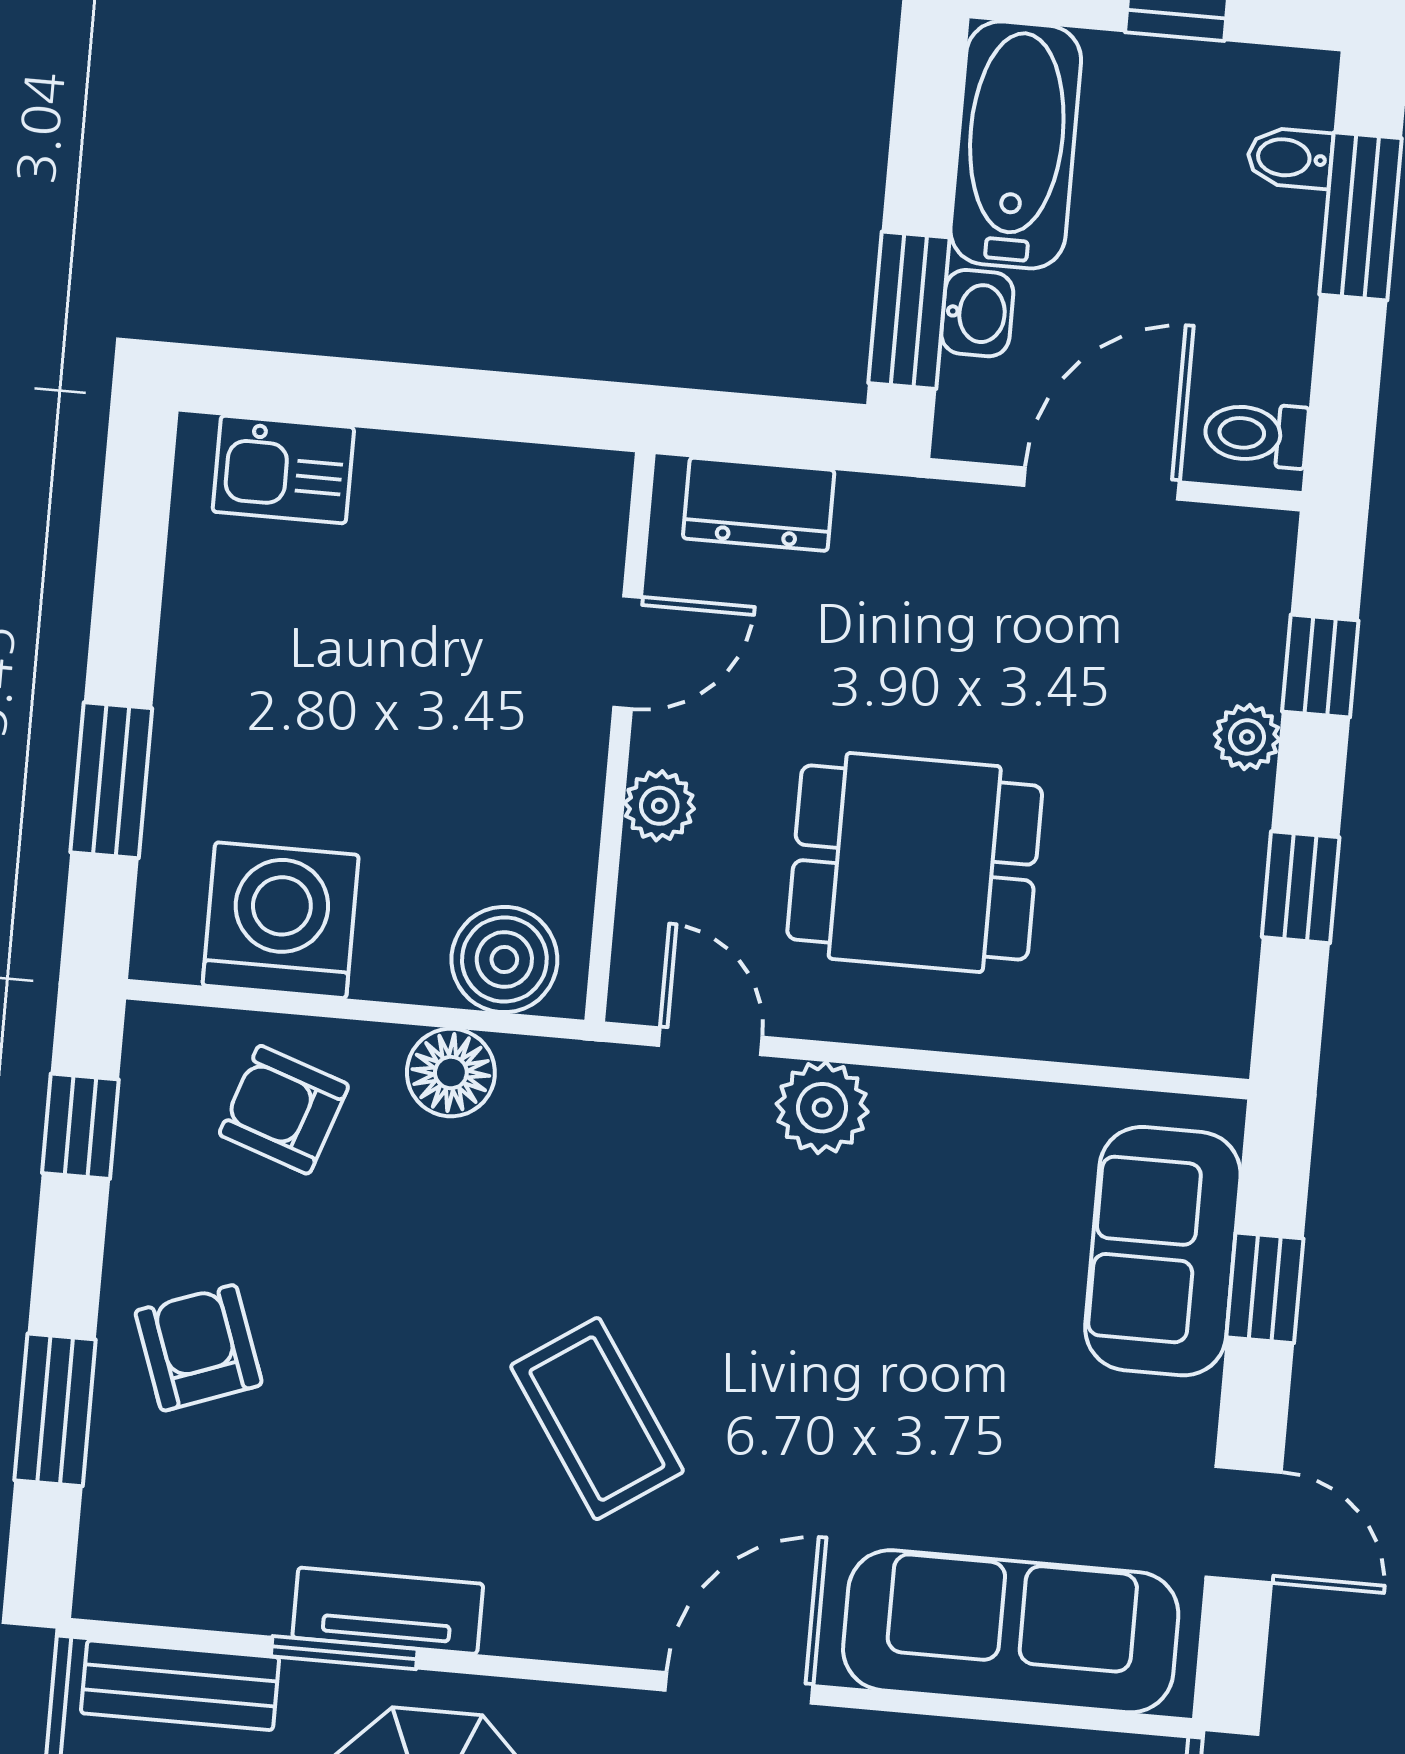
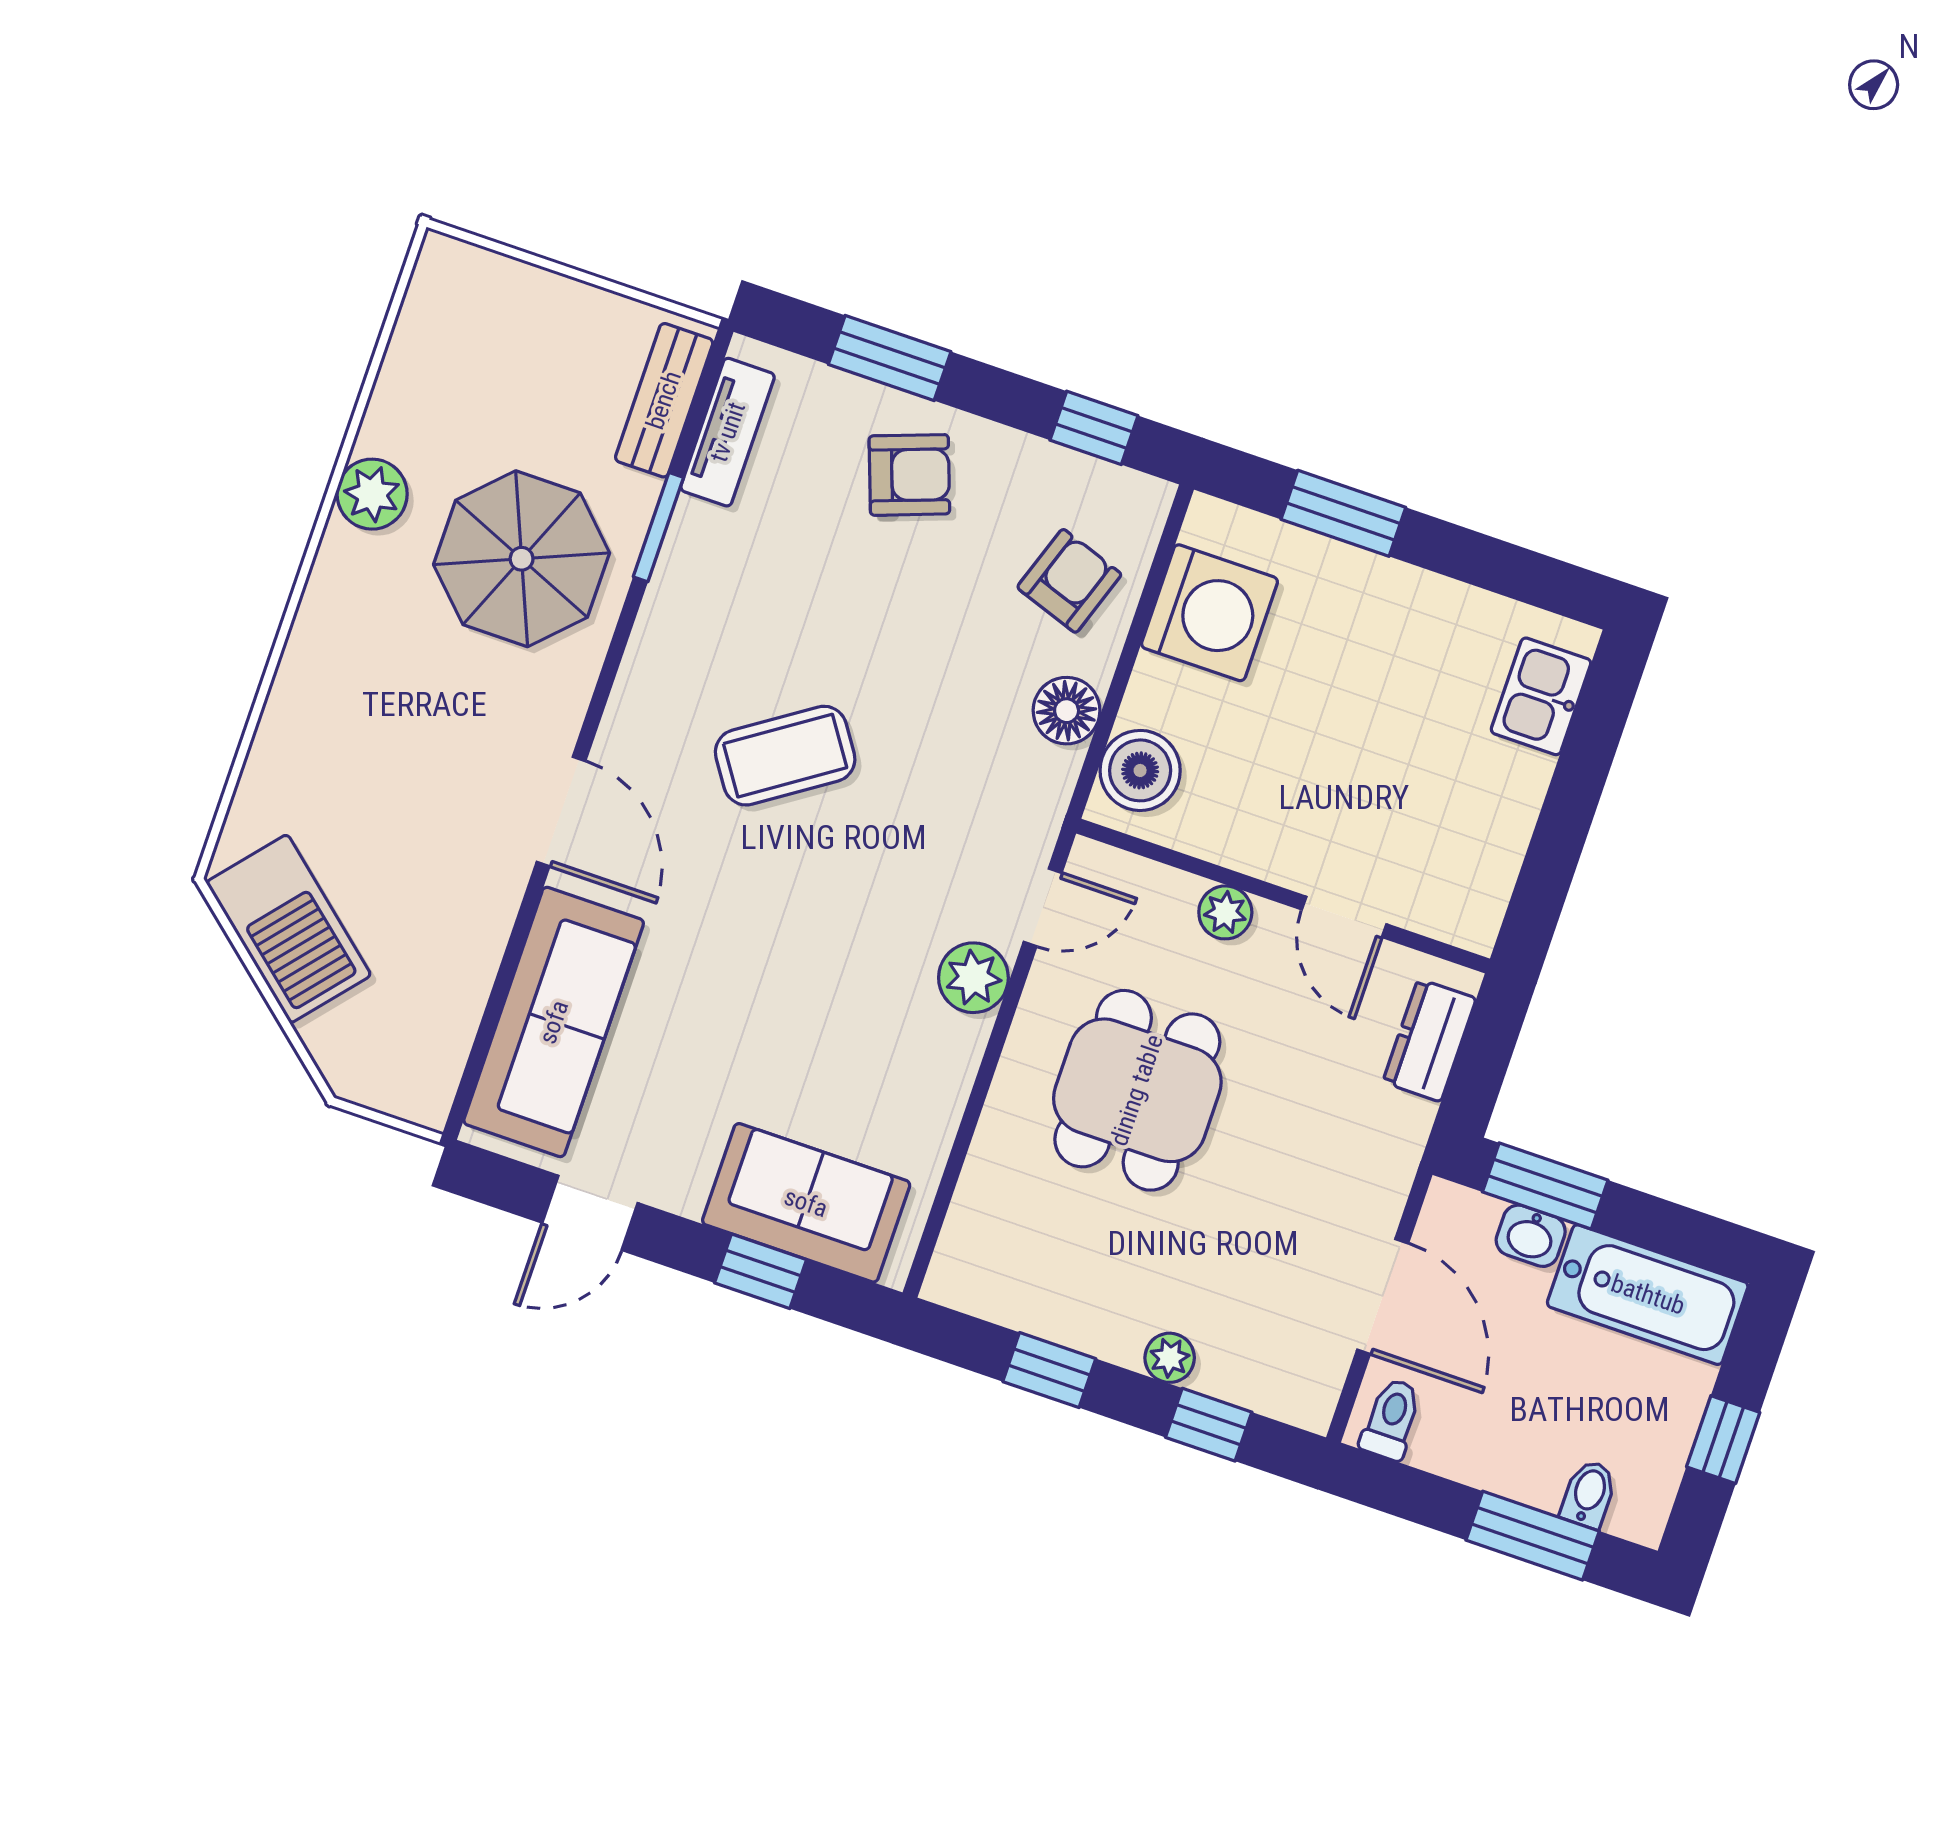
tv unit: (388, 1611) -> (728, 432), moved

